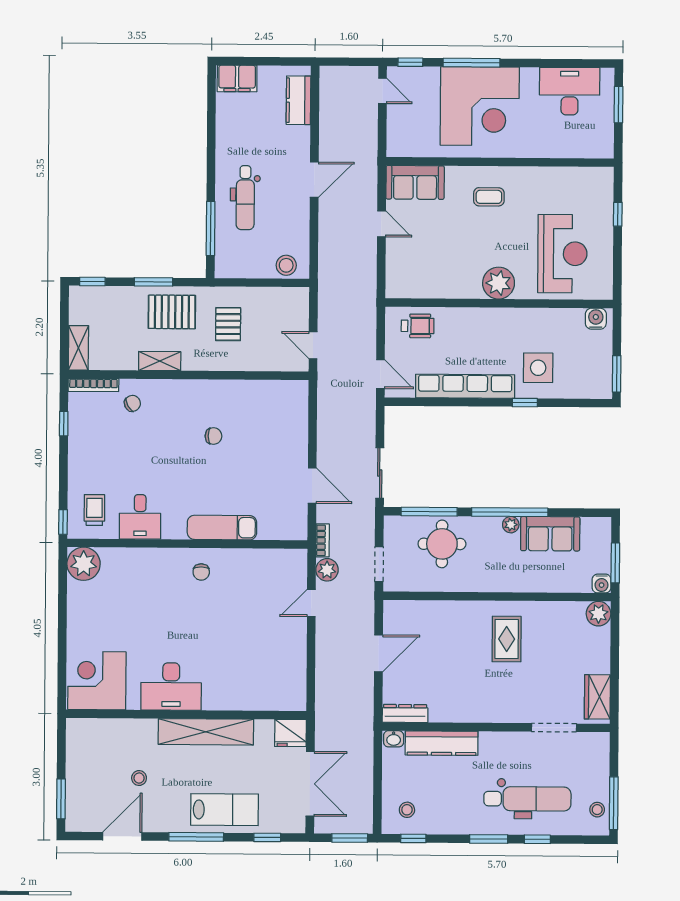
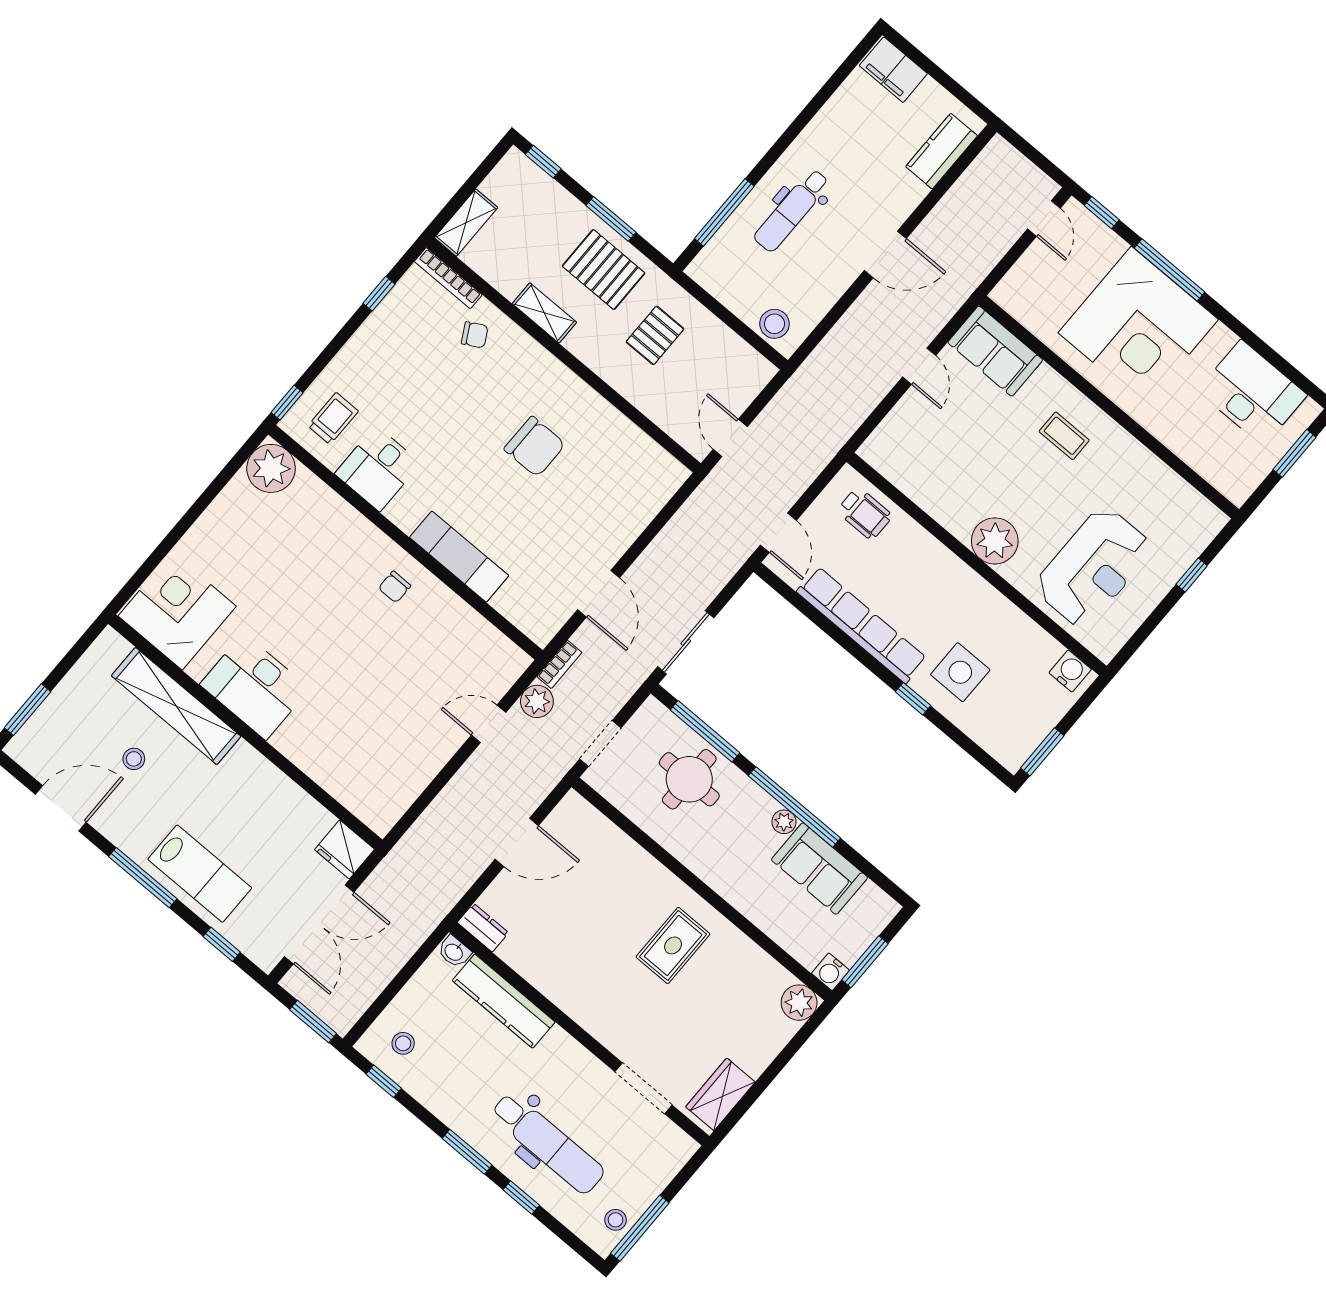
chair: (213, 436) -> (535, 447), width x1.87, depth x1.87
dresser: (405, 713) -> (483, 928), width x0.70
shelving: (206, 732) -> (176, 706), moved

